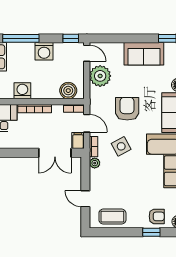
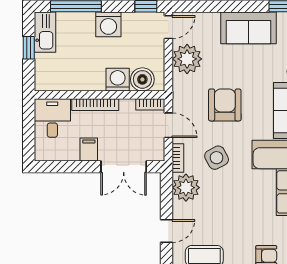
door: (87, 53) -> (168, 27), hinge flipped
washing machine: (22, 91) -> (118, 80), moved
filing cabinet: (78, 141) -> (89, 150), moved
plant: (95, 163) -> (186, 188), width x1.88, depth x1.88
door: (85, 199) -> (166, 231), swing flipped

